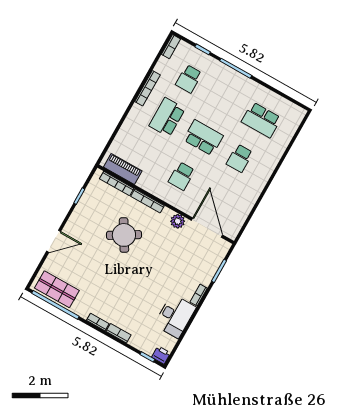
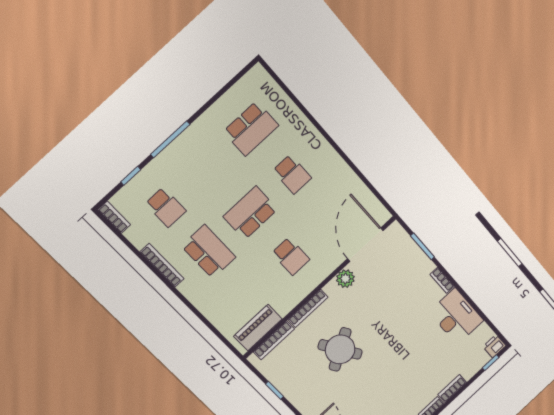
school desk: (167, 117) -> (209, 252), turned 180
door: (207, 228) -> (365, 245), hinge flipped

